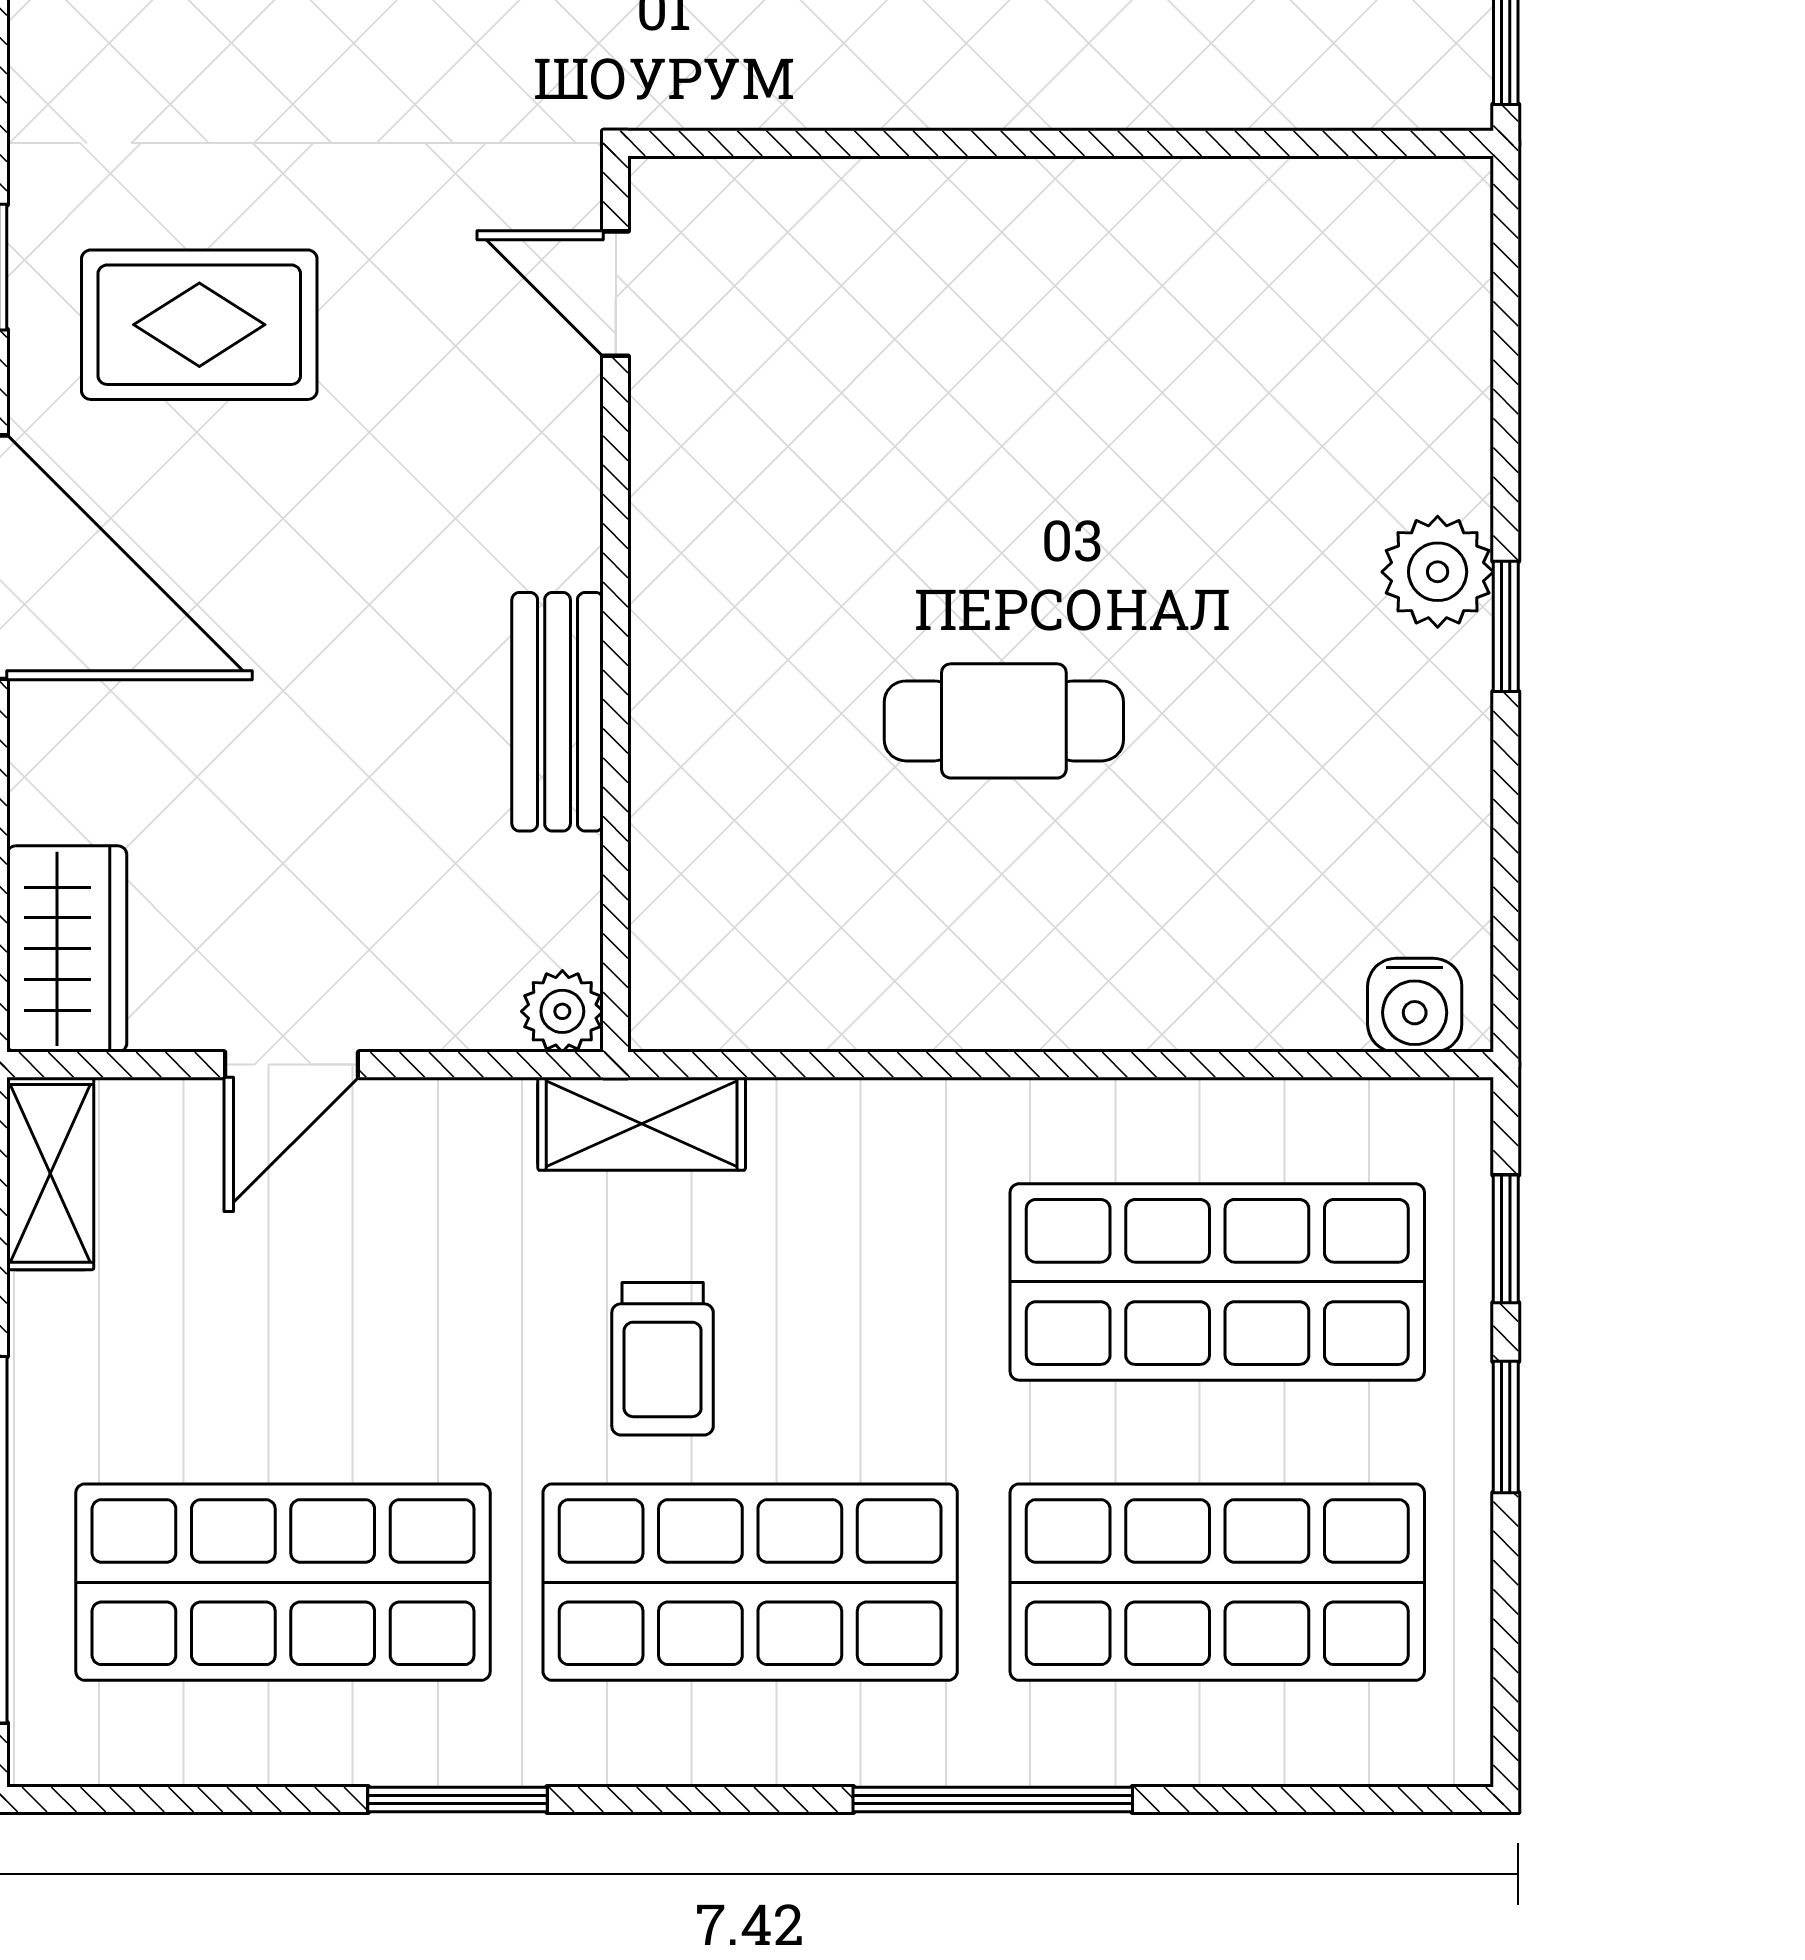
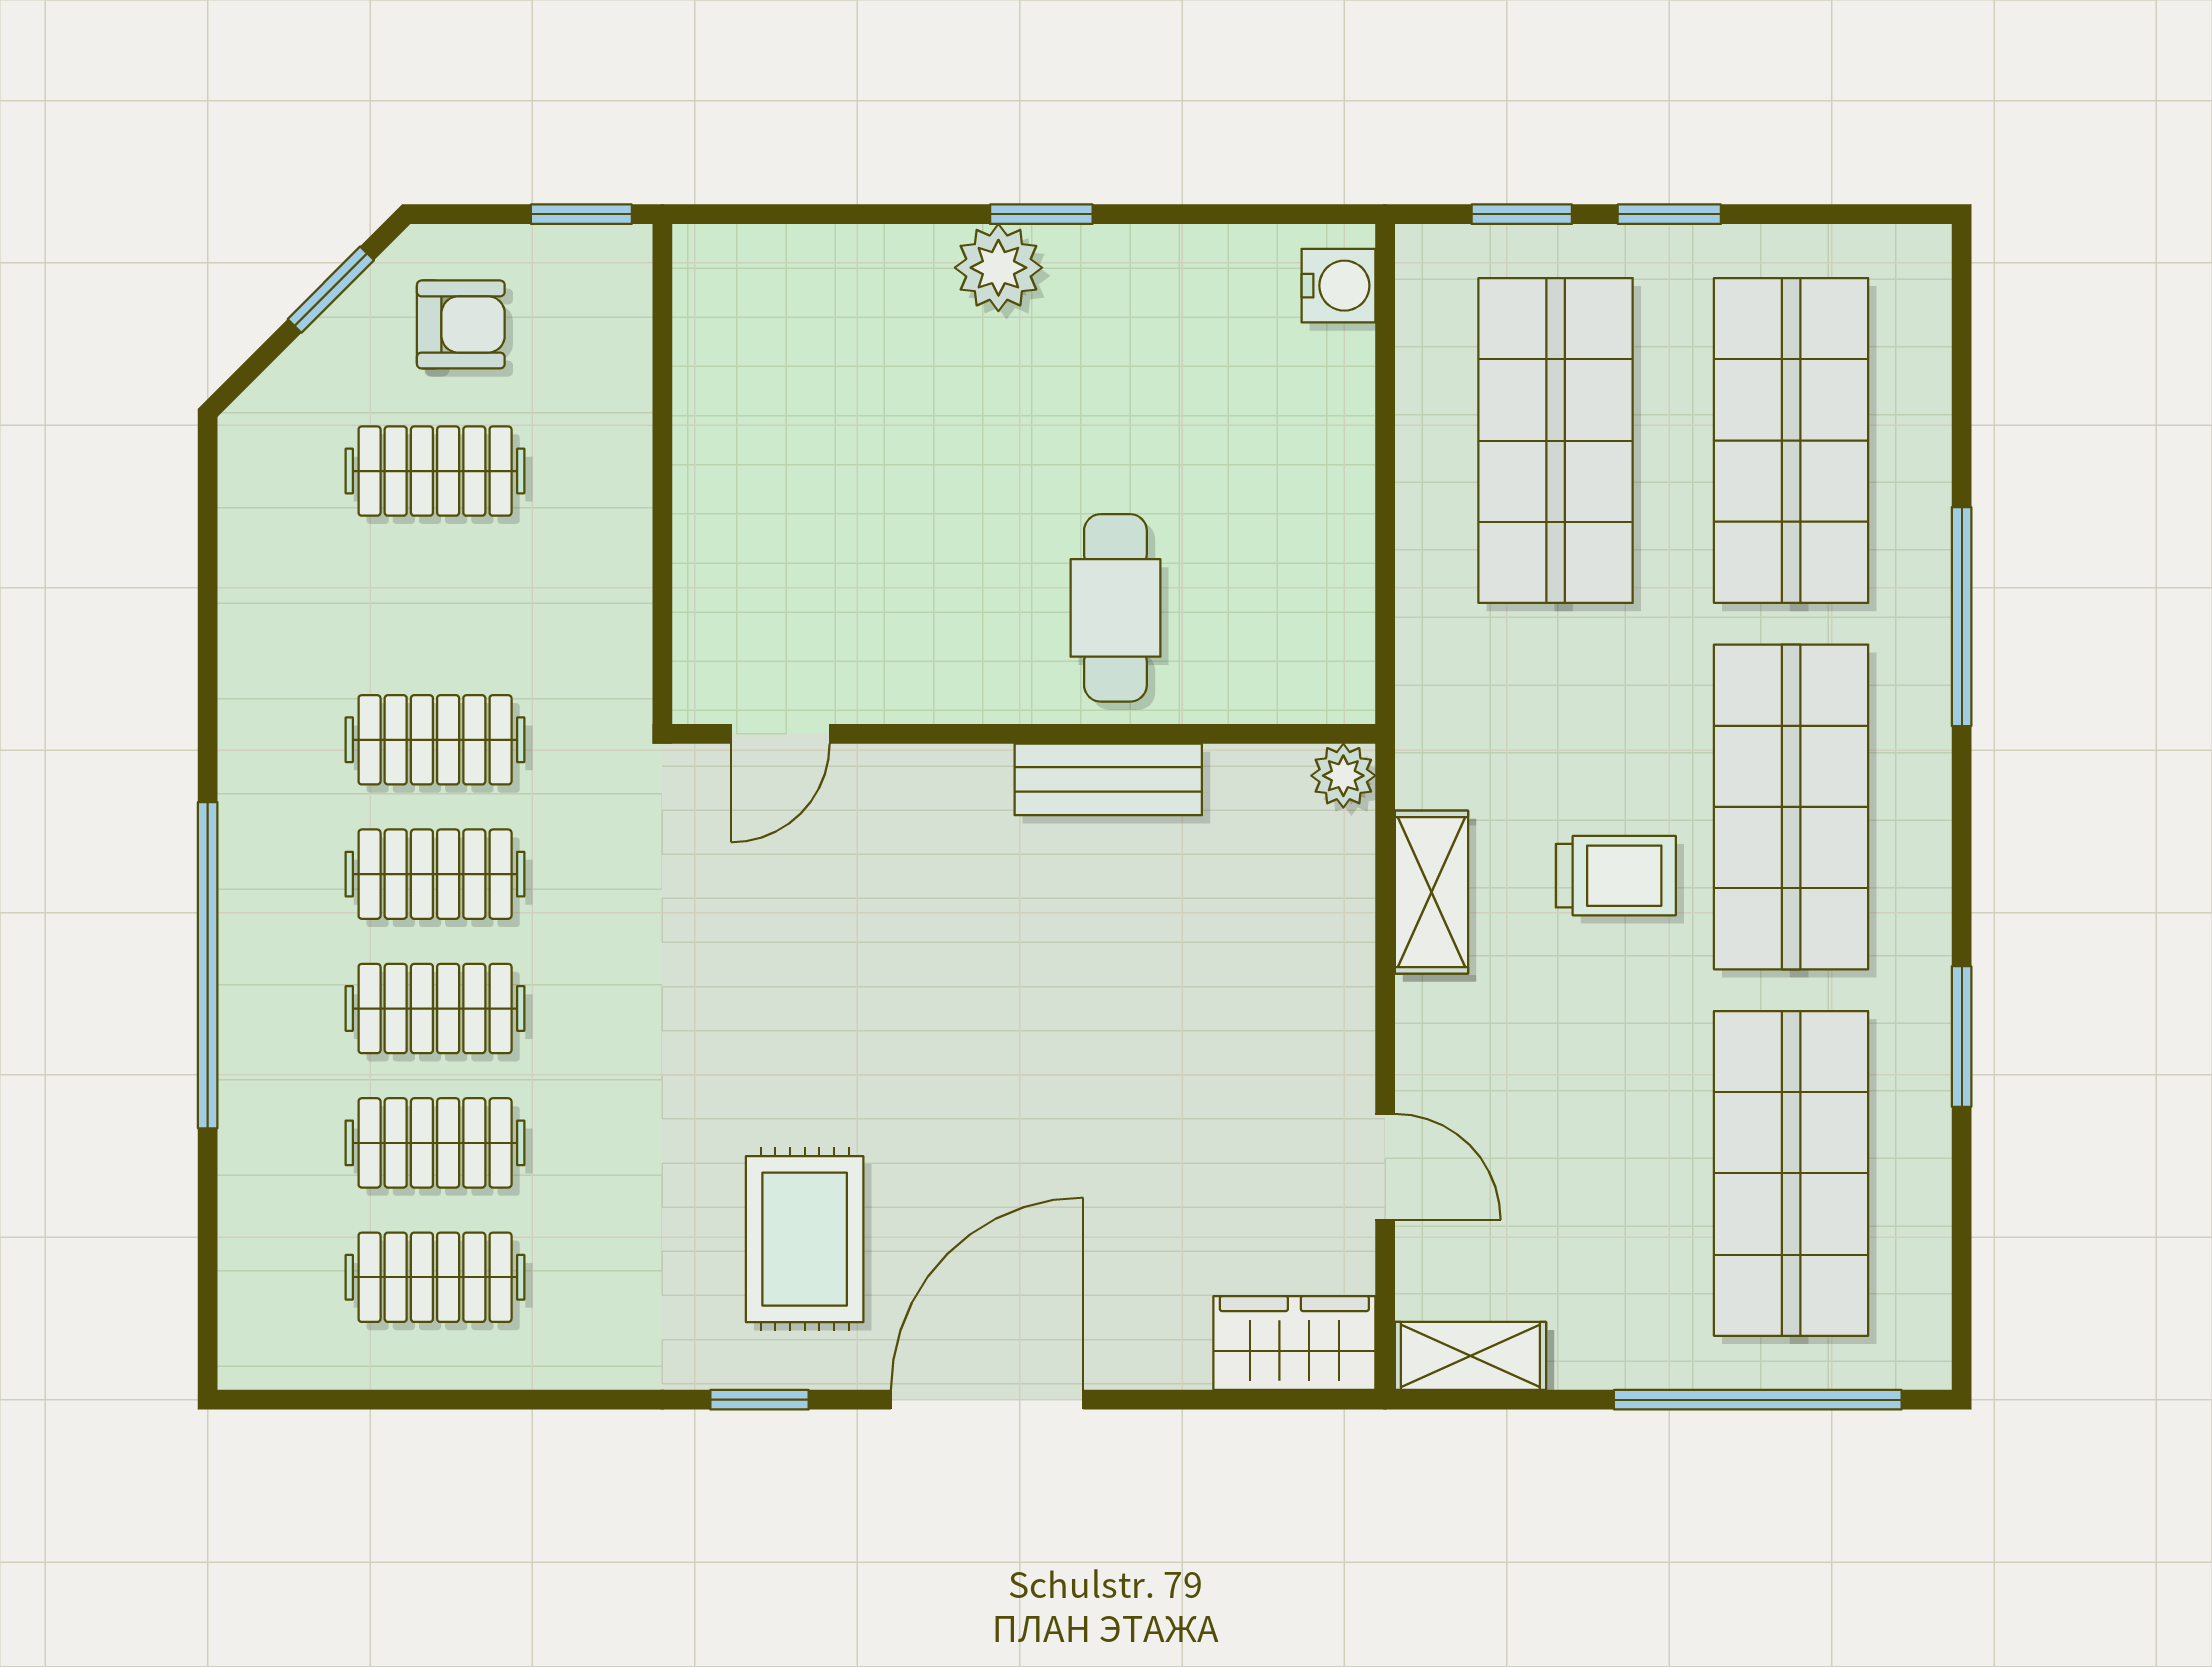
door: (616, 294) -> (780, 734), moved
wall: (616, 604) -> (1024, 734), moved
bench: (558, 712) -> (1108, 779), moved
plant: (562, 1011) -> (1343, 776), moved

